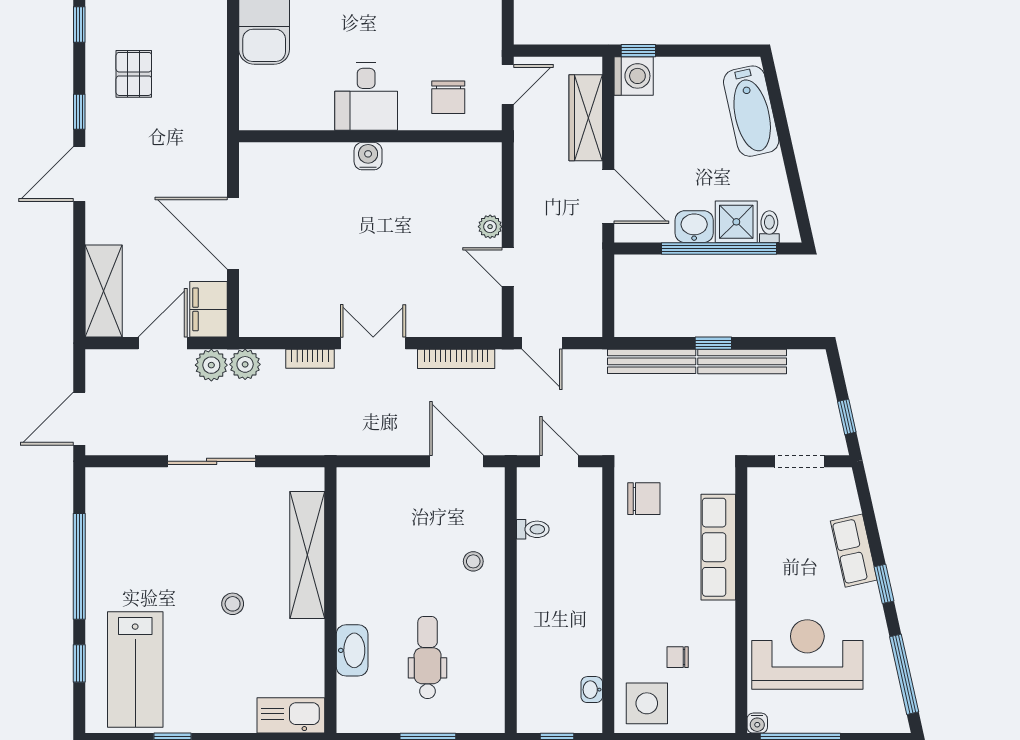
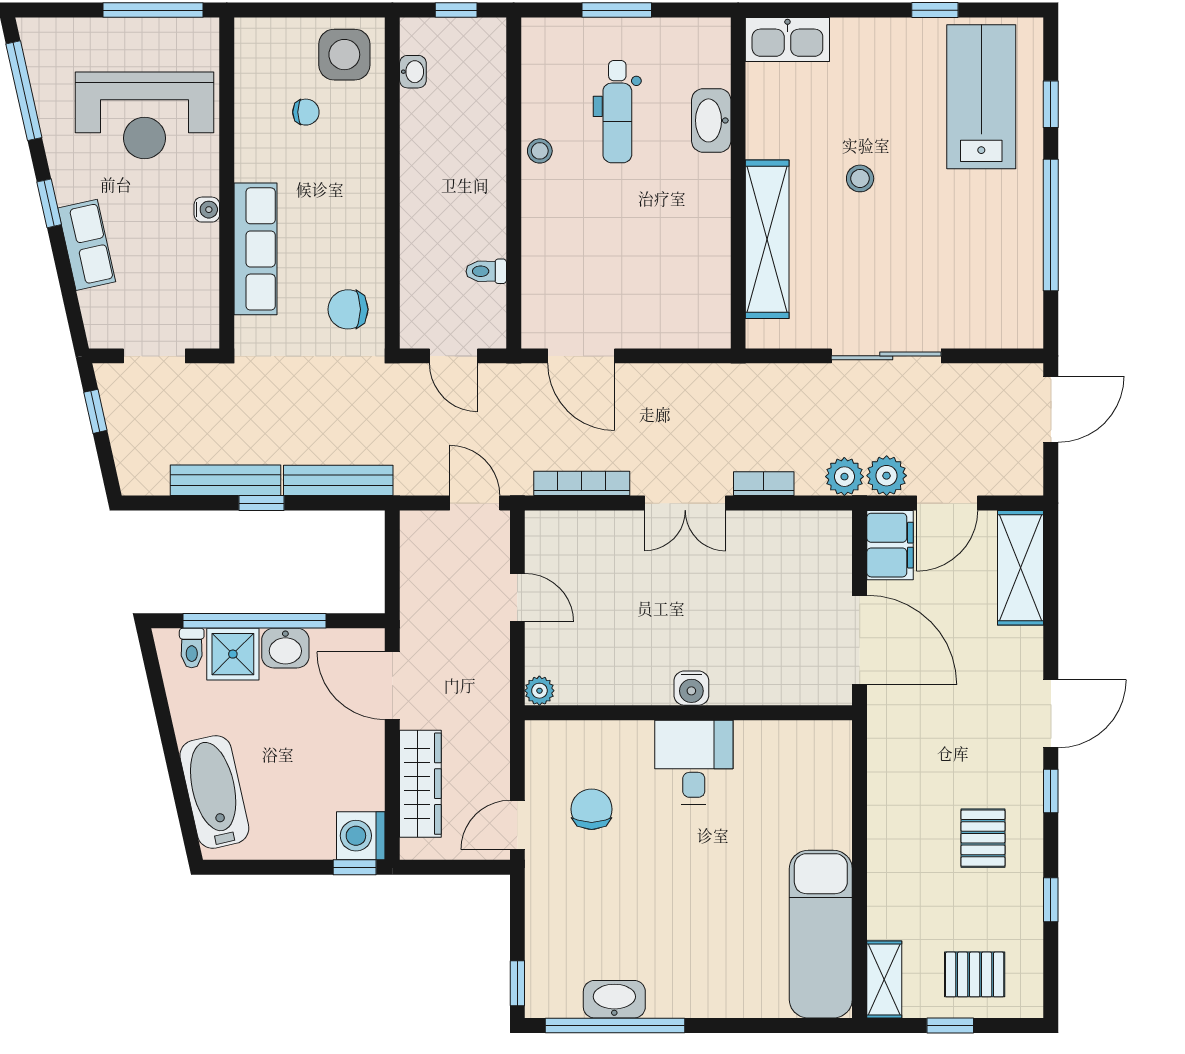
desk: (366, 97) -> (694, 762), moved
wall: (370, 136) -> (688, 713), moved
water cooler: (368, 156) -> (691, 688), moved
plant: (490, 227) -> (539, 691), moved
stool: (473, 561) -> (540, 151), moved
water cooler: (757, 723) -> (207, 210), moved, turned 90

